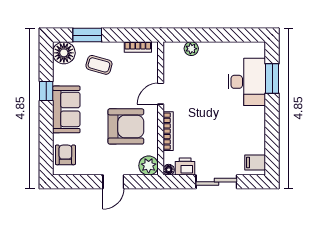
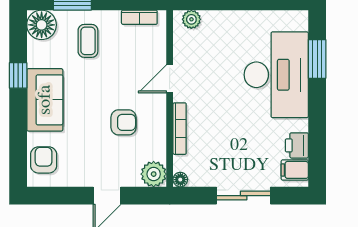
plant: (191, 49) -> (191, 19), moved
coffee table: (99, 65) -> (88, 41), turned 74
desk: (247, 82) -> (276, 75), width x1.36, depth x1.30
armchair: (126, 126) -> (124, 122), width x0.53, depth x0.53
printer: (185, 167) -> (297, 145), moved, turned -90

